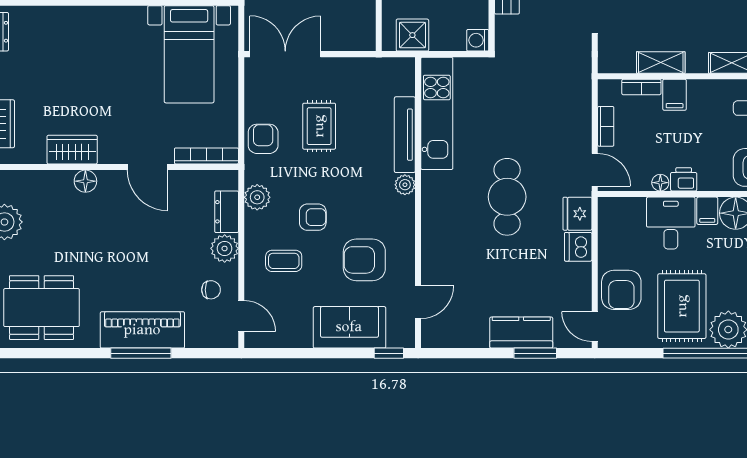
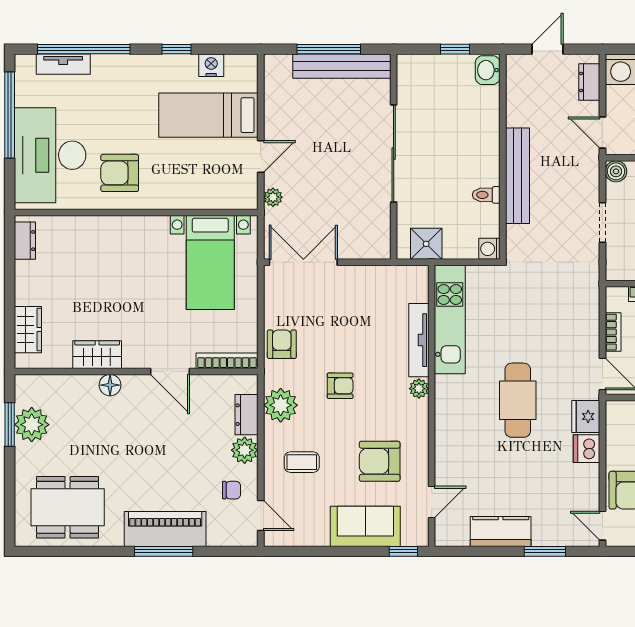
rug: (319, 126) -> (336, 332), removed
plant: (257, 197) -> (281, 405), width x1.36, depth x1.36
armchair: (313, 217) -> (340, 386), moved
kitchen counter: (521, 333) -> (501, 531), moved

